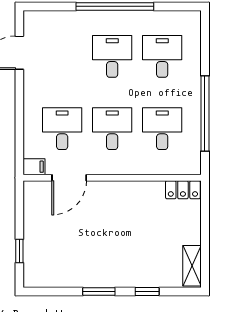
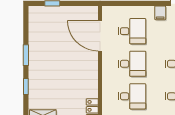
filing cabinet: (34, 167) -> (160, 13), moved
door: (69, 178) -> (100, 36), width x1.36

